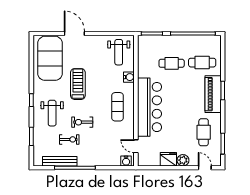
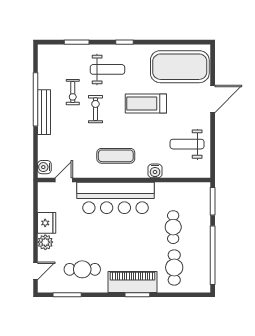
weight bench: (119, 52) -> (187, 144), moved
treadmill: (78, 84) -> (146, 103), turned 180
weight bench: (52, 113) -> (107, 69), turned 180
bench: (60, 161) -> (44, 112), moved

